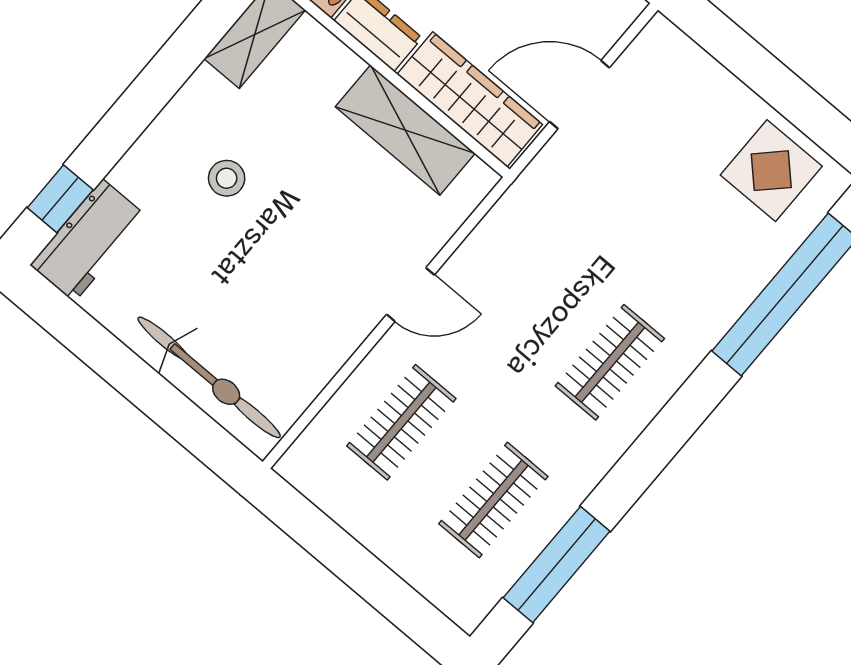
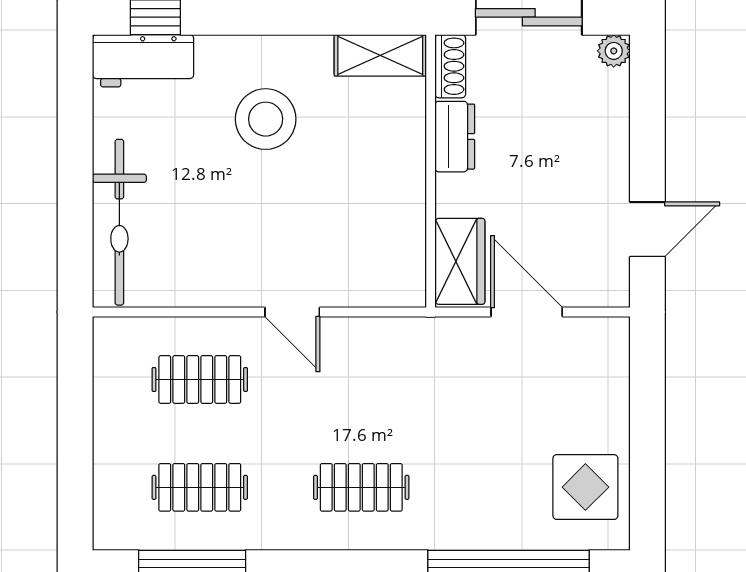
wardrobe: (470, 100) -> (460, 261), width x0.67
shelving: (405, 130) -> (402, 213), removed
stool: (227, 178) -> (266, 119), width x1.89, depth x1.89

